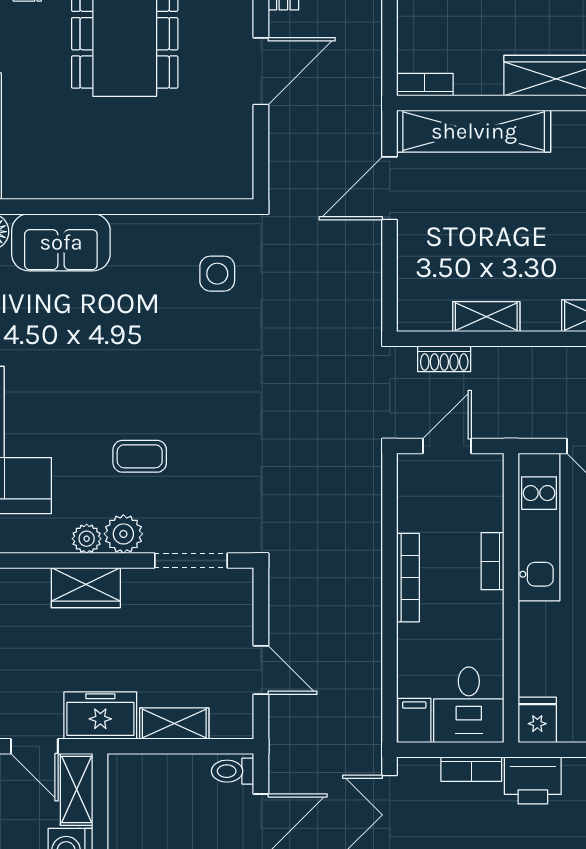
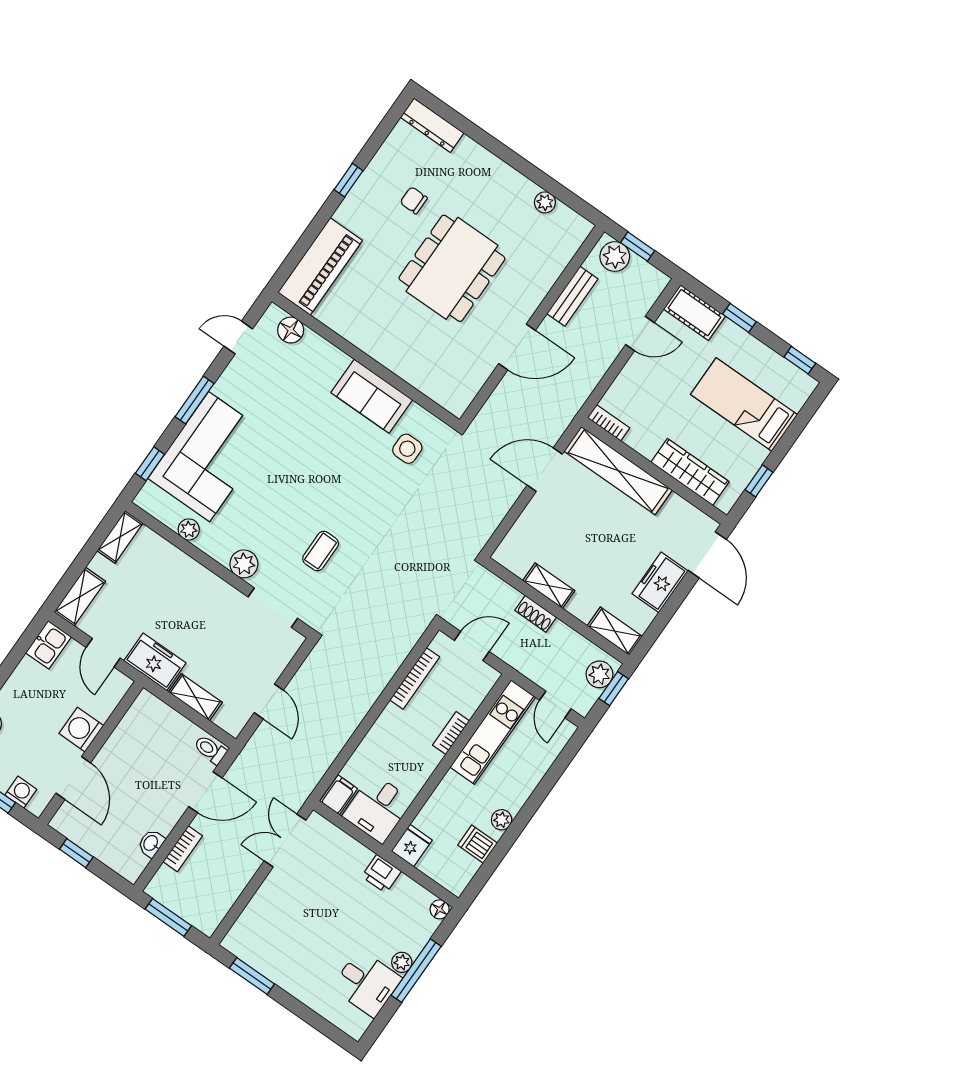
sofa: (61, 242) -> (372, 396), moved
shoe rack: (444, 359) -> (536, 614), moved
coffee table: (140, 456) -> (321, 551), moved, turned 90
plant: (87, 539) -> (189, 529), moved
bookcase: (408, 578) -> (415, 678), moved
wardrobe: (86, 588) -> (199, 580), removed
bookcase: (471, 769) -> (352, 847), removed
printer: (533, 780) -> (381, 874), width x0.73, depth x0.81
shelving: (77, 789) -> (110, 696), removed

